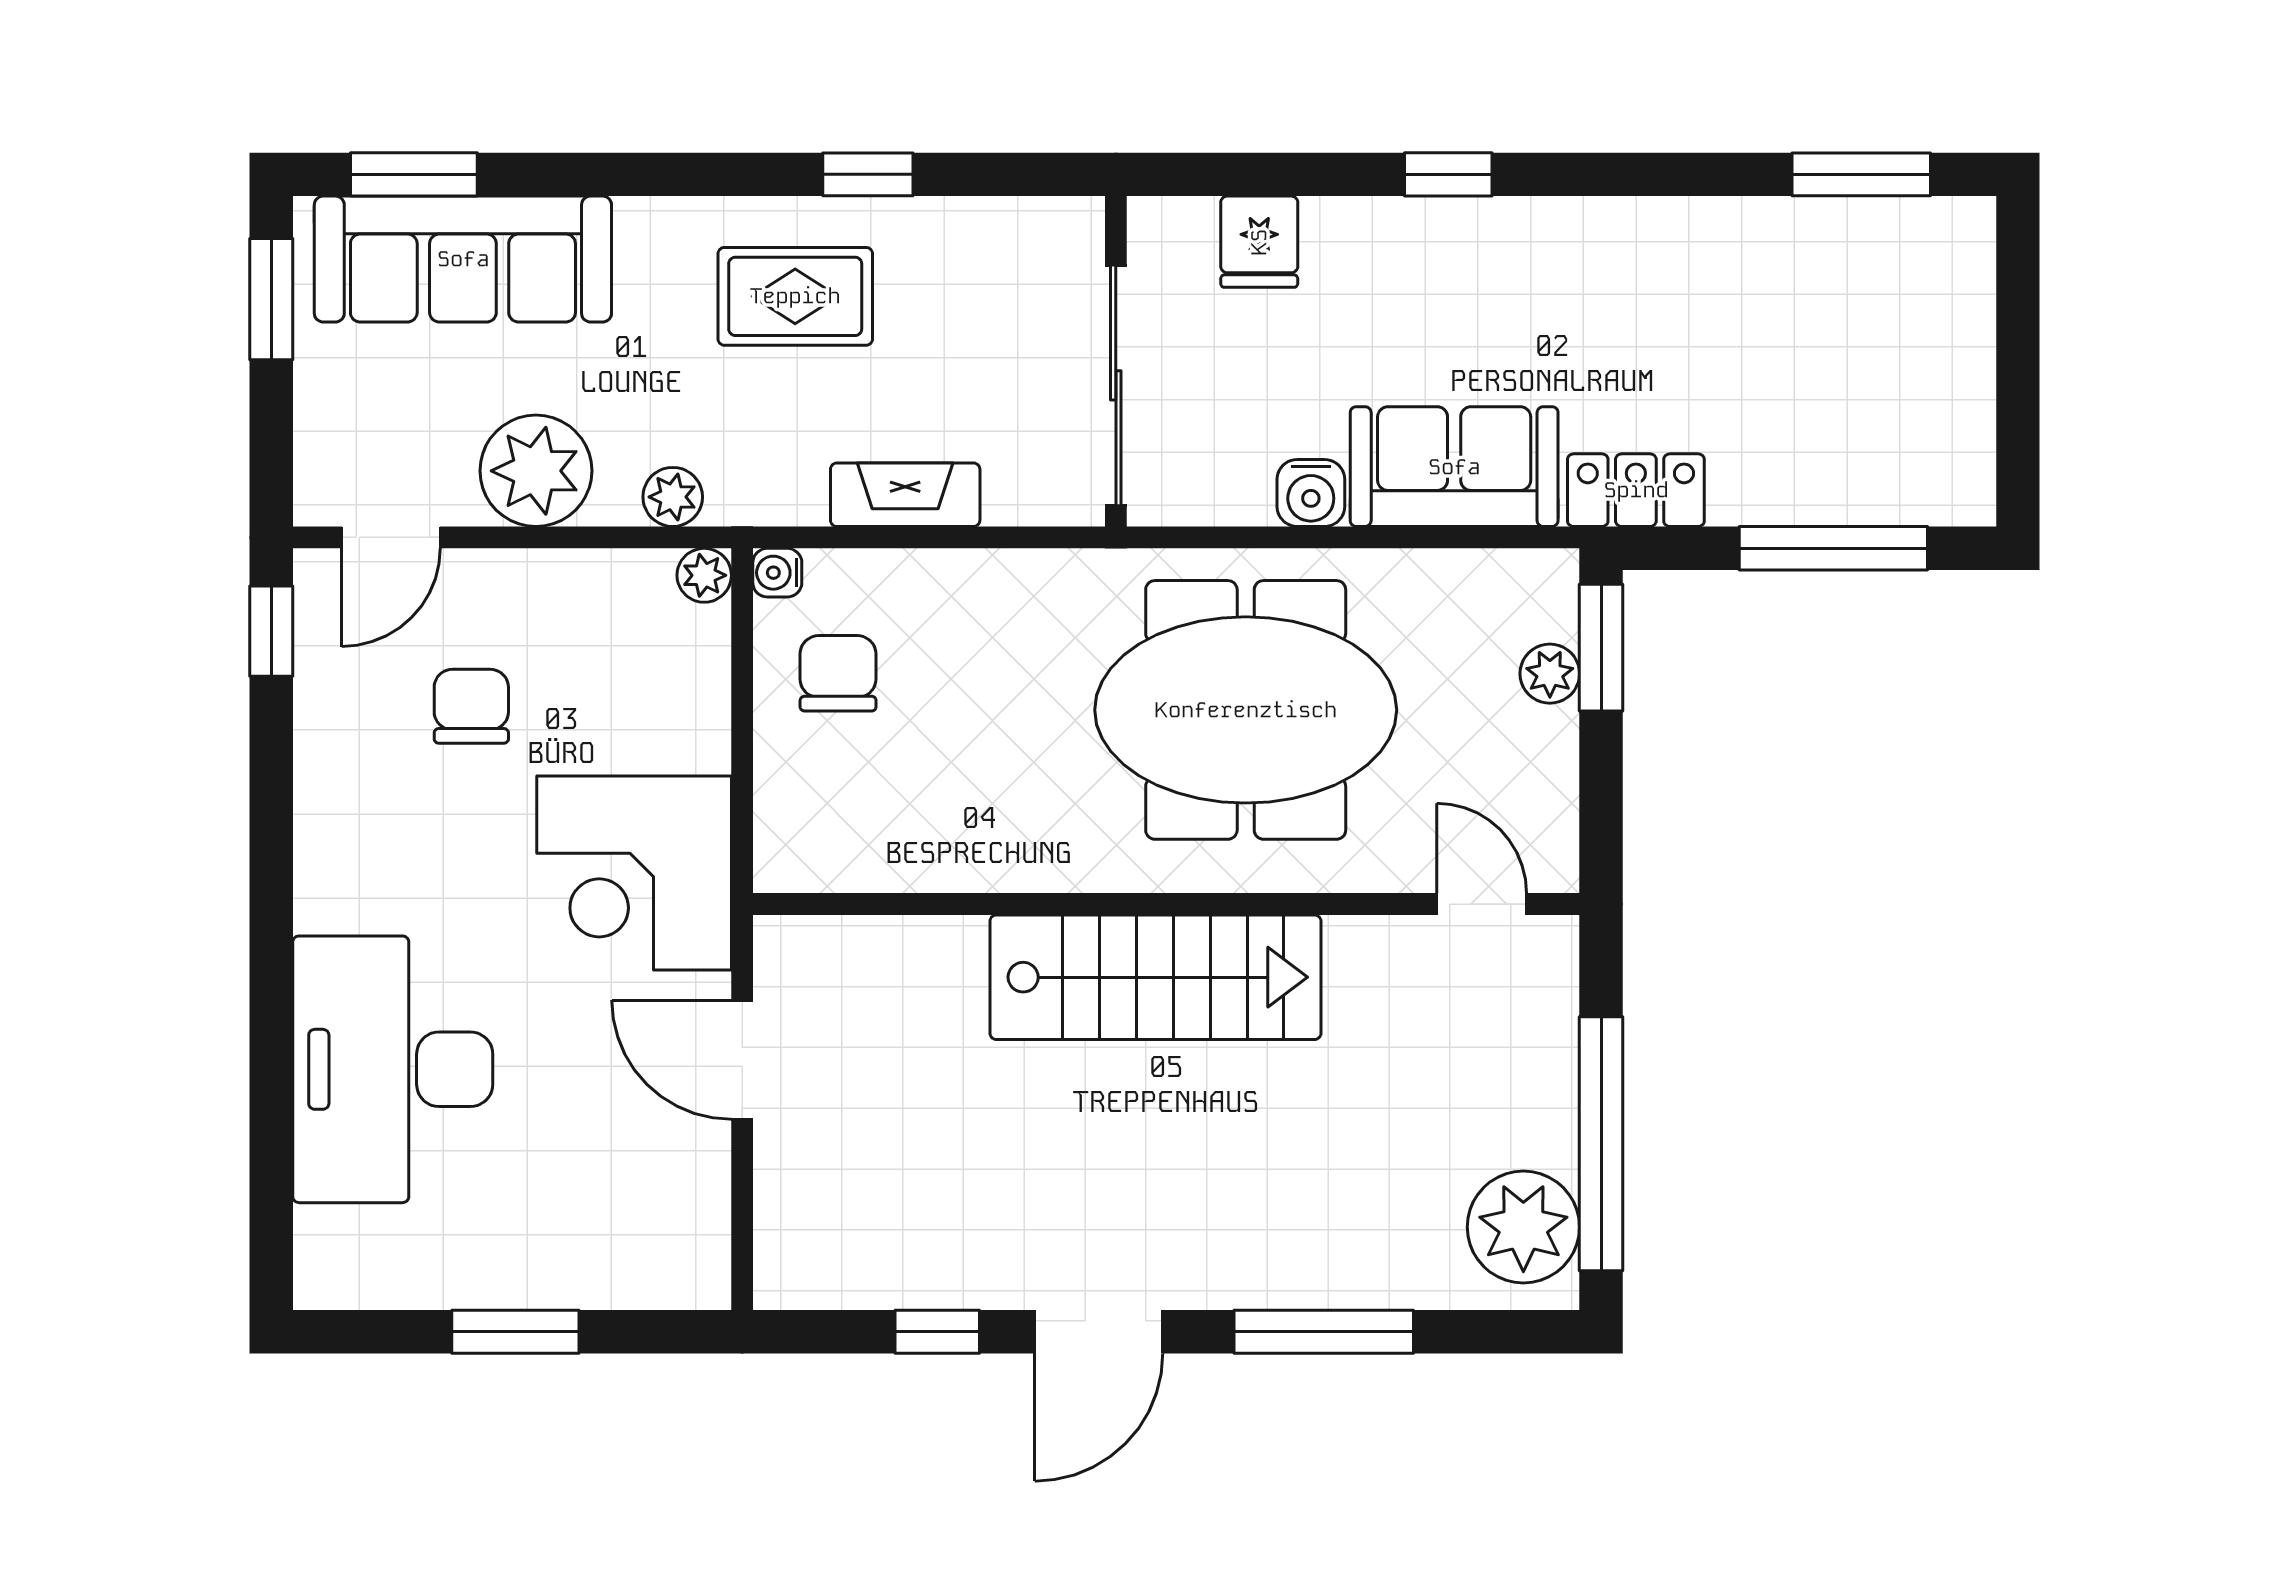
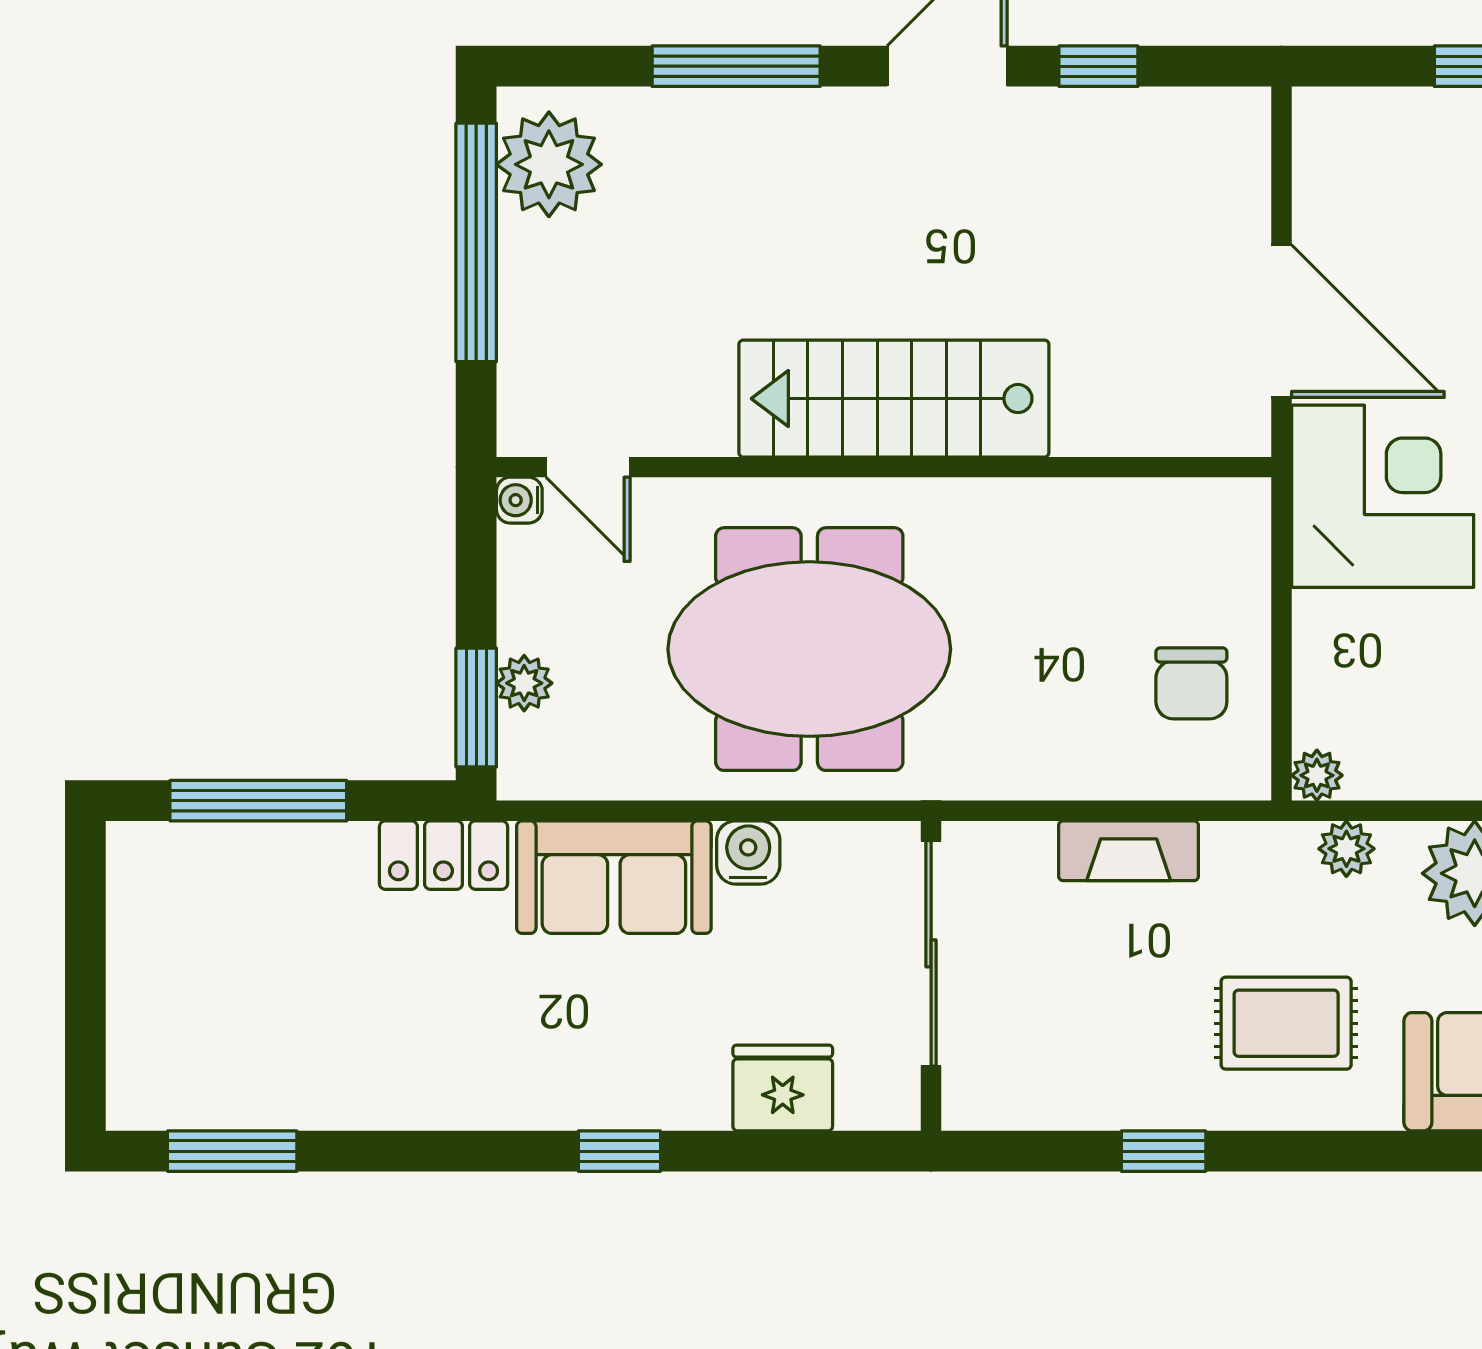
fridge: (1259, 242) -> (783, 1088), width x1.38
rug: (795, 296) -> (1286, 1023), moved
water cooler: (777, 573) -> (519, 500), moved, turned 180
door: (742, 1060) -> (1281, 321), width x1.36

